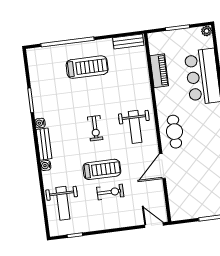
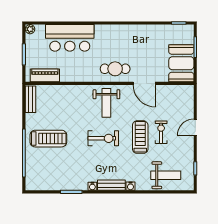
treadmill: (87, 67) -> (48, 139), turned 90
piano: (159, 71) -> (45, 75), moved
weight bench: (135, 127) -> (106, 103), turned 90
exercise bike: (95, 128) -> (103, 138), width x1.38, depth x1.39
booth: (190, 205) -> (181, 63), added
door: (154, 225) -> (195, 127), moved

